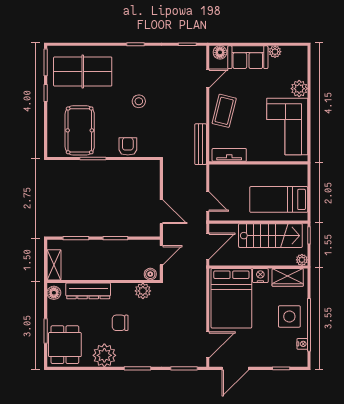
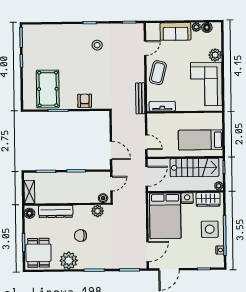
floor lamp: (220, 52) -> (207, 27), moved
table tennis table: (83, 72) -> (50, 44), removed
stool: (139, 101) -> (97, 45), moved

